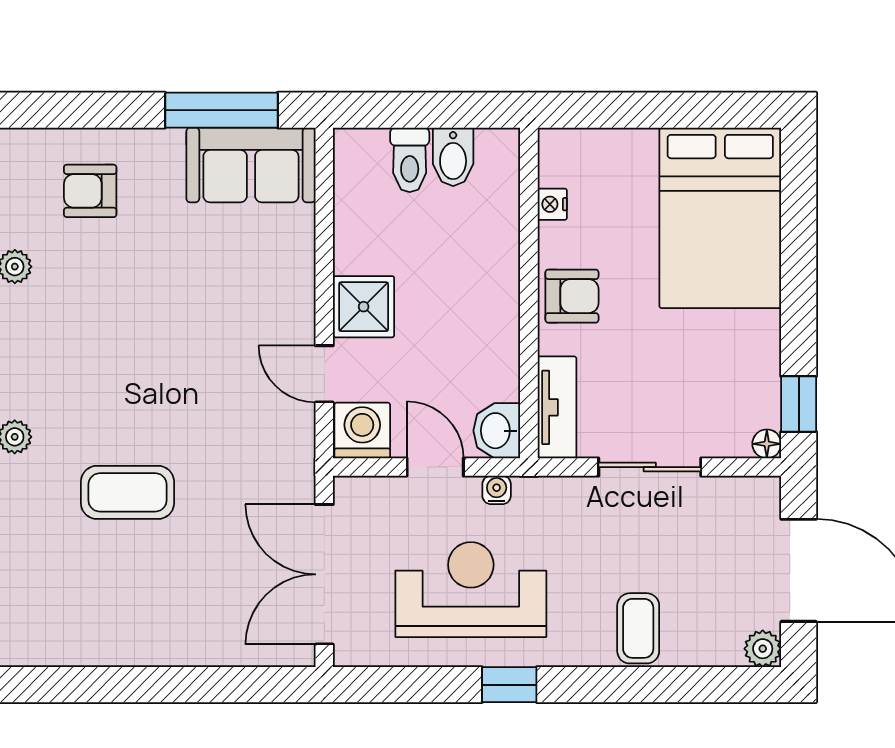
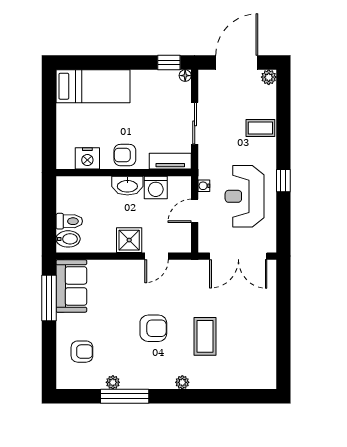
bidet: (453, 157) -> (68, 239), moved
armchair: (90, 191) -> (82, 352), turned -90
nightstand: (552, 204) -> (87, 158), width x1.89, depth x1.79
bed: (720, 218) -> (93, 86), width x0.67
armchair: (572, 296) -> (125, 155), turned -90
armchair: (147, 366) -> (153, 328), added
washing machine: (362, 430) -> (156, 188), moved, turned -90
washbasin: (497, 431) -> (127, 186), moved, width x1.38

